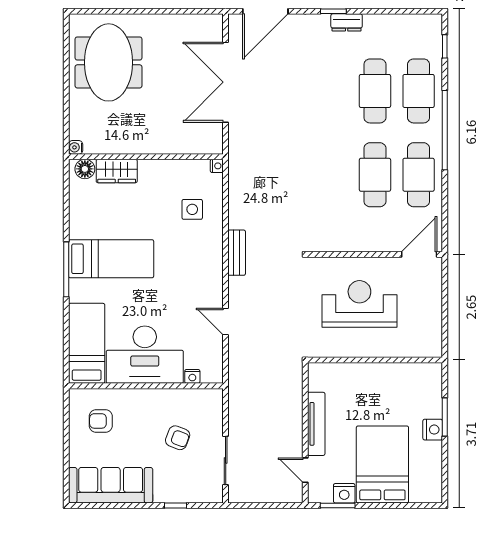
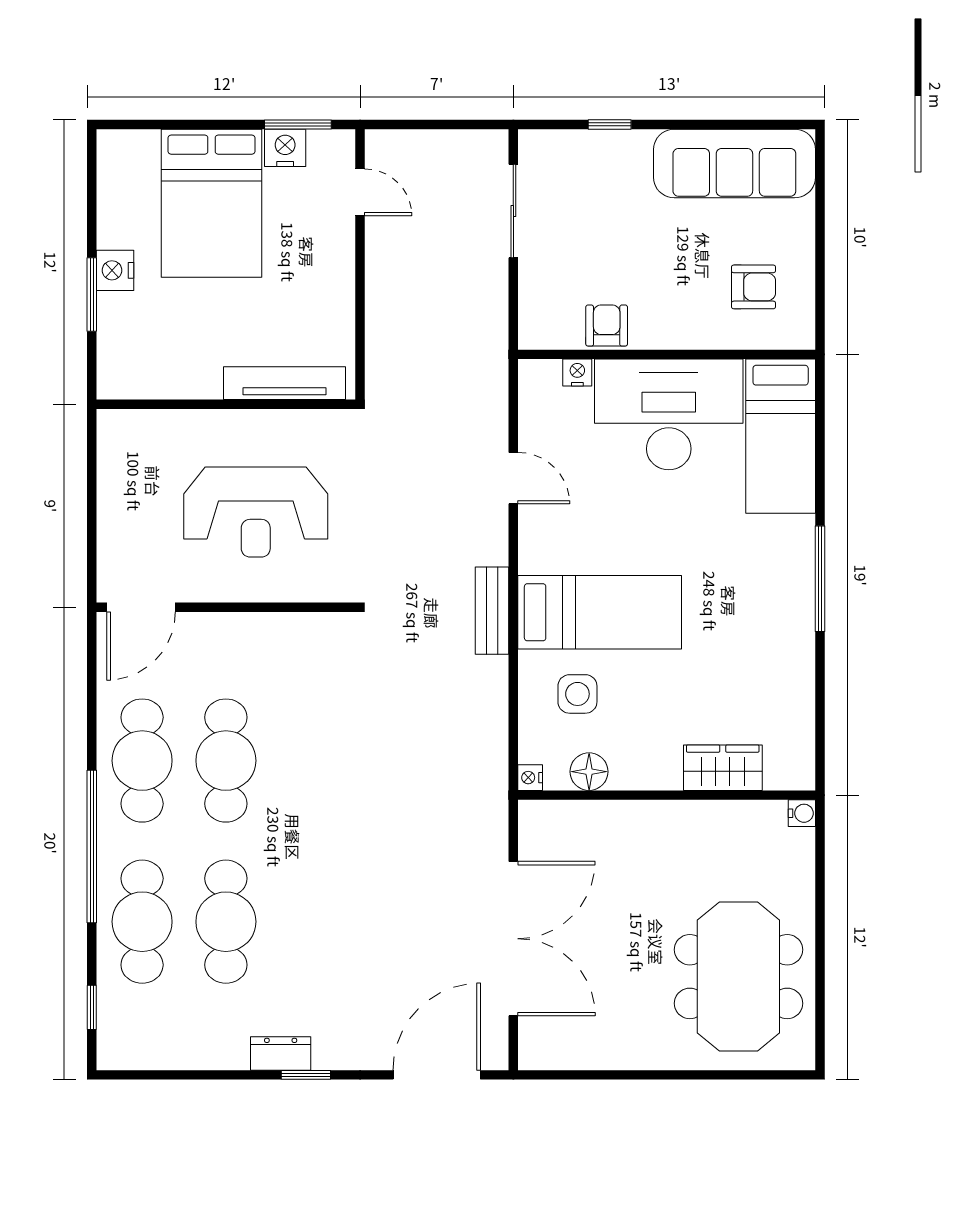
floor lamp: (85, 169) -> (589, 772), moved
bed: (111, 259) -> (600, 612), moved, turned 180
tv unit: (316, 424) -> (284, 383), moved, turned 90
armchair: (178, 438) -> (607, 326), moved, turned 69

